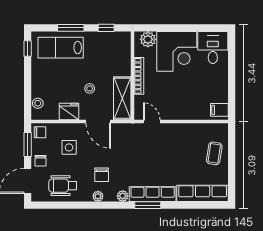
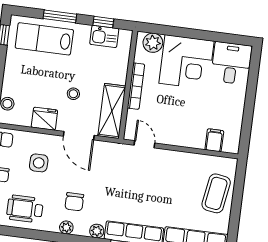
kitchen sink: (108, 39) -> (104, 36), added
filing cabinet: (219, 110) -> (214, 140), moved, turned 90
coffee table: (214, 153) -> (216, 193), width x1.36, depth x1.30

